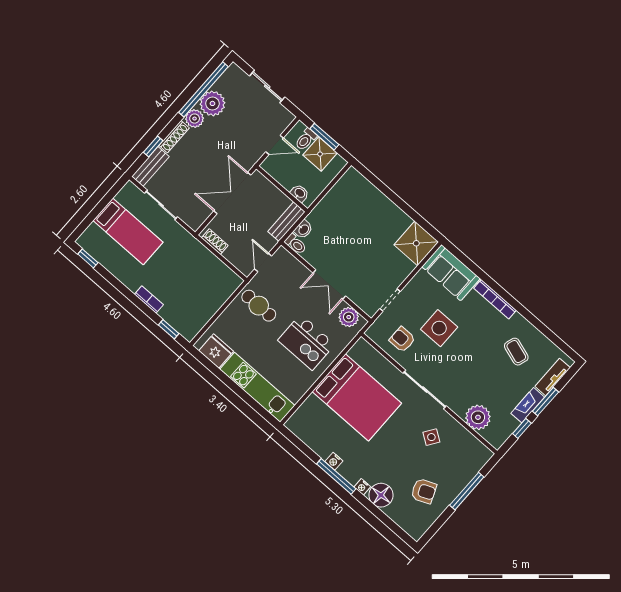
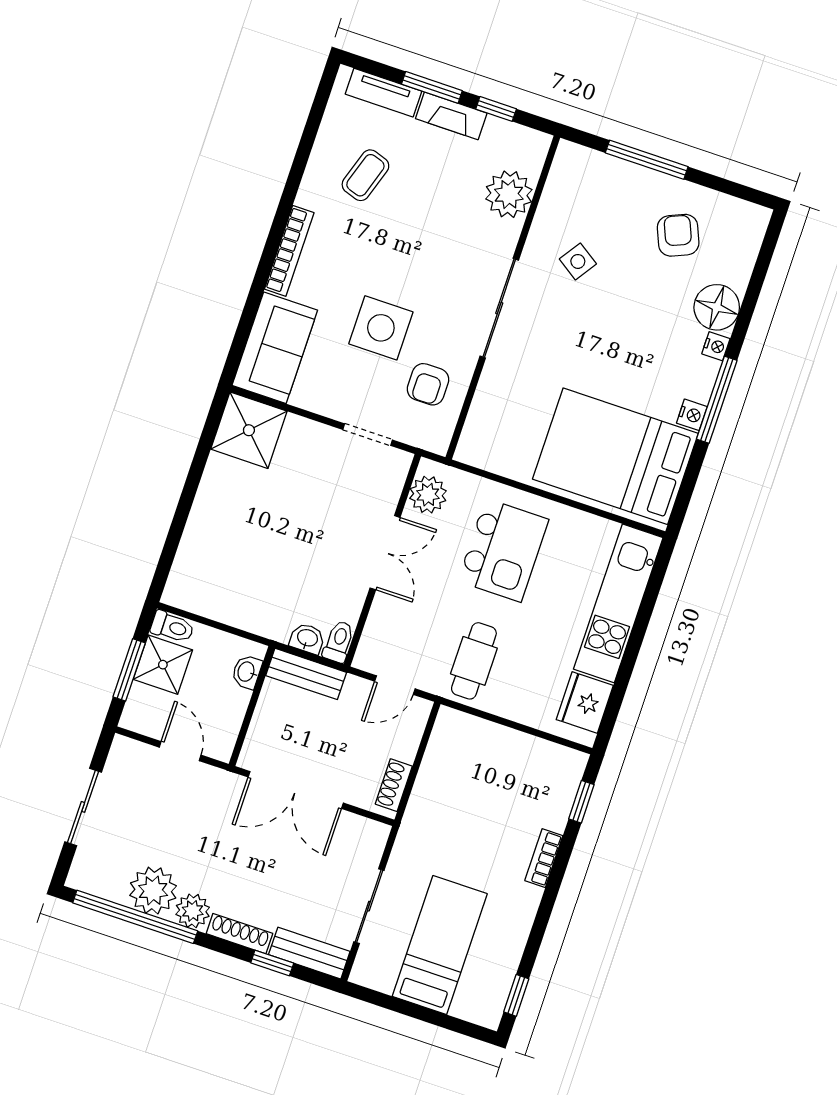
toilet: (306, 139) -> (172, 627), moved
bed: (357, 397) -> (615, 456), moved, turned -90

